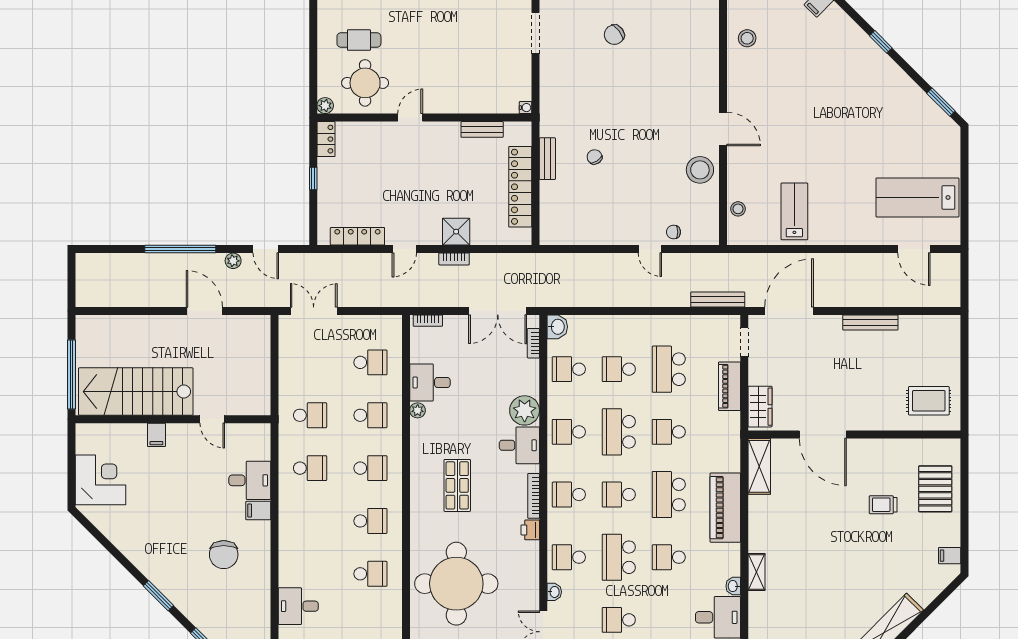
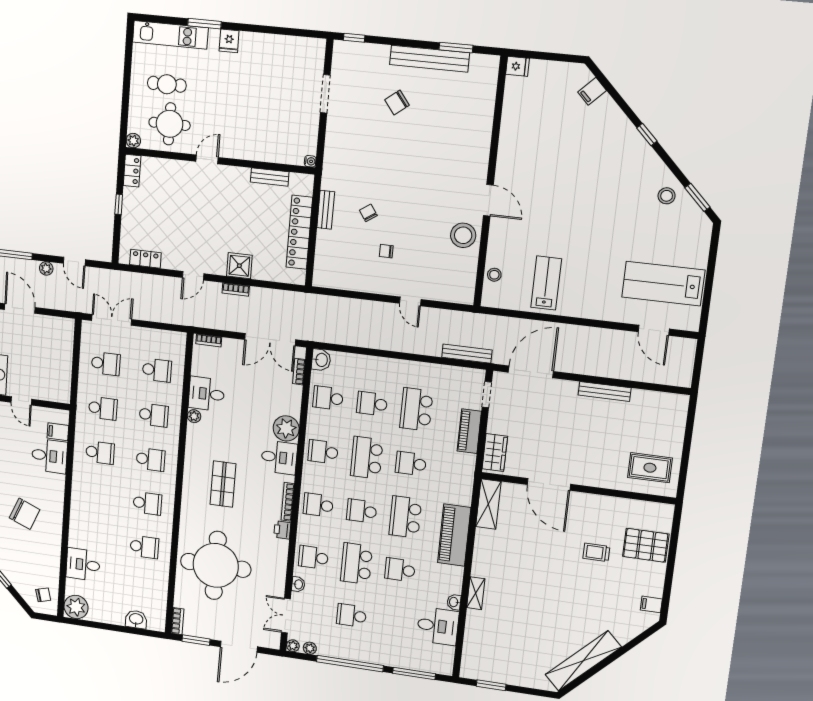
stool: (747, 38) -> (667, 196), moved
chair: (673, 232) -> (386, 251), moved
locker: (357, 236) -> (145, 259), width x0.66
school desk: (310, 362) -> (106, 364), added
pallet: (935, 489) -> (646, 545), turned 90
filing cabinet: (258, 511) -> (58, 432), moved
chair: (224, 555) -> (25, 514), turned -68

